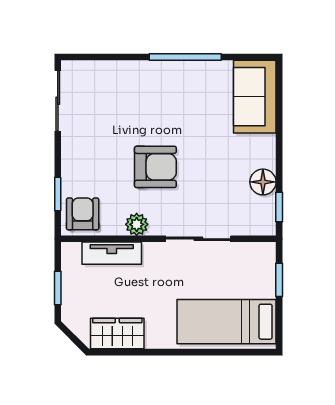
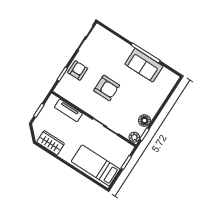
sofa: (255, 97) -> (144, 65), moved, turned -90
armchair: (83, 214) -> (78, 70), moved
plant: (137, 224) -> (134, 137), moved

